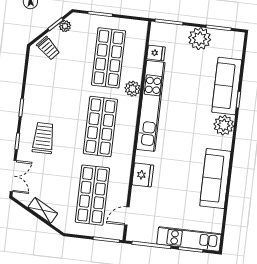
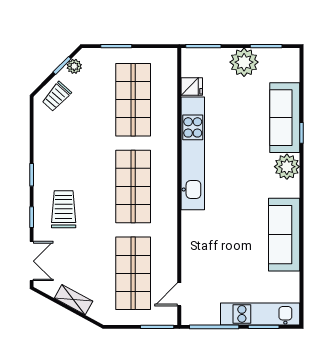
trolley: (48, 48) -> (57, 97), turned 90
plant: (132, 89) -> (168, 135), removed
fridge: (143, 175) -> (193, 241), removed

